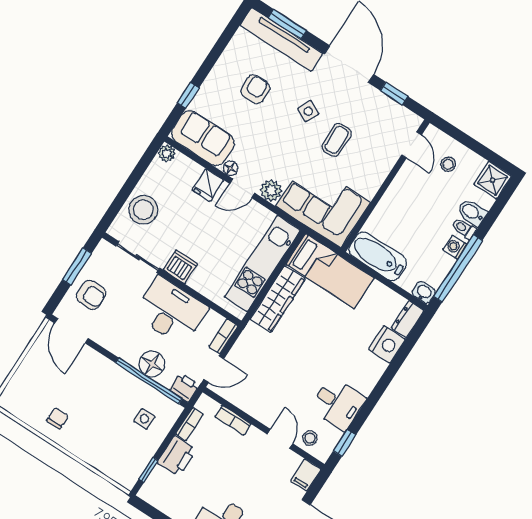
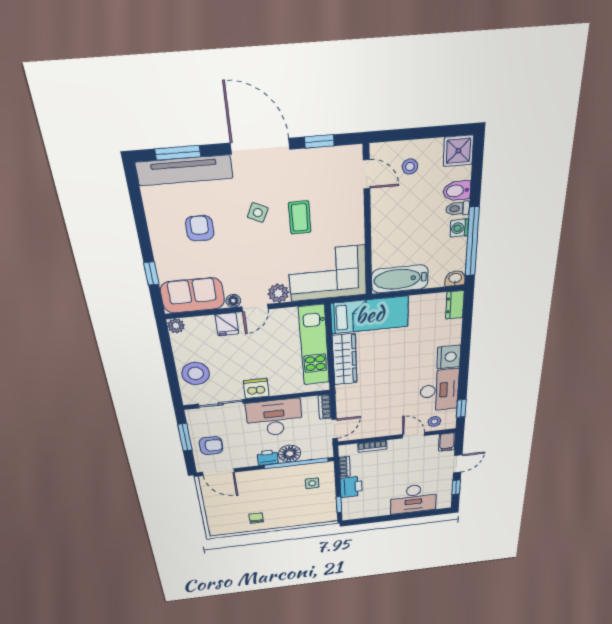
nightstand: (387, 344) -> (449, 357), moved
printer: (184, 388) -> (268, 458), moved
desk: (338, 404) -> (439, 390), width x1.37

